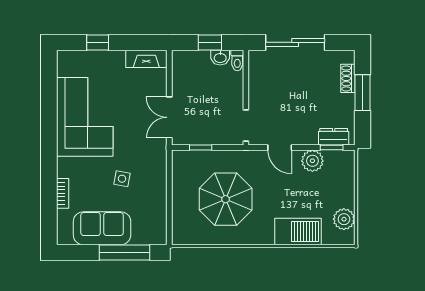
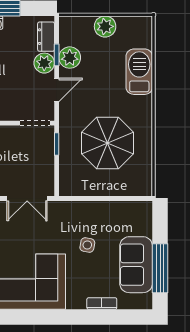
plant: (307, 135) -> (44, 63), added
window: (201, 147) -> (57, 144), moved
window: (332, 147) -> (57, 55), moved
plant: (344, 219) -> (105, 26), moved
window: (125, 253) -> (160, 268), moved

